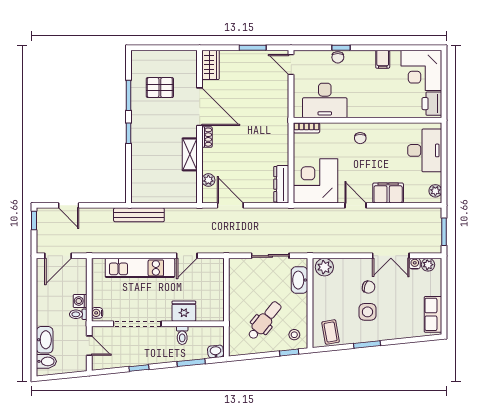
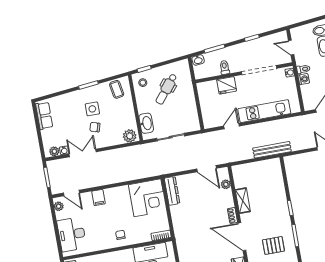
filing cabinet: (388, 193) -> (98, 198), width x0.50
door: (355, 205) -> (71, 193), moved

